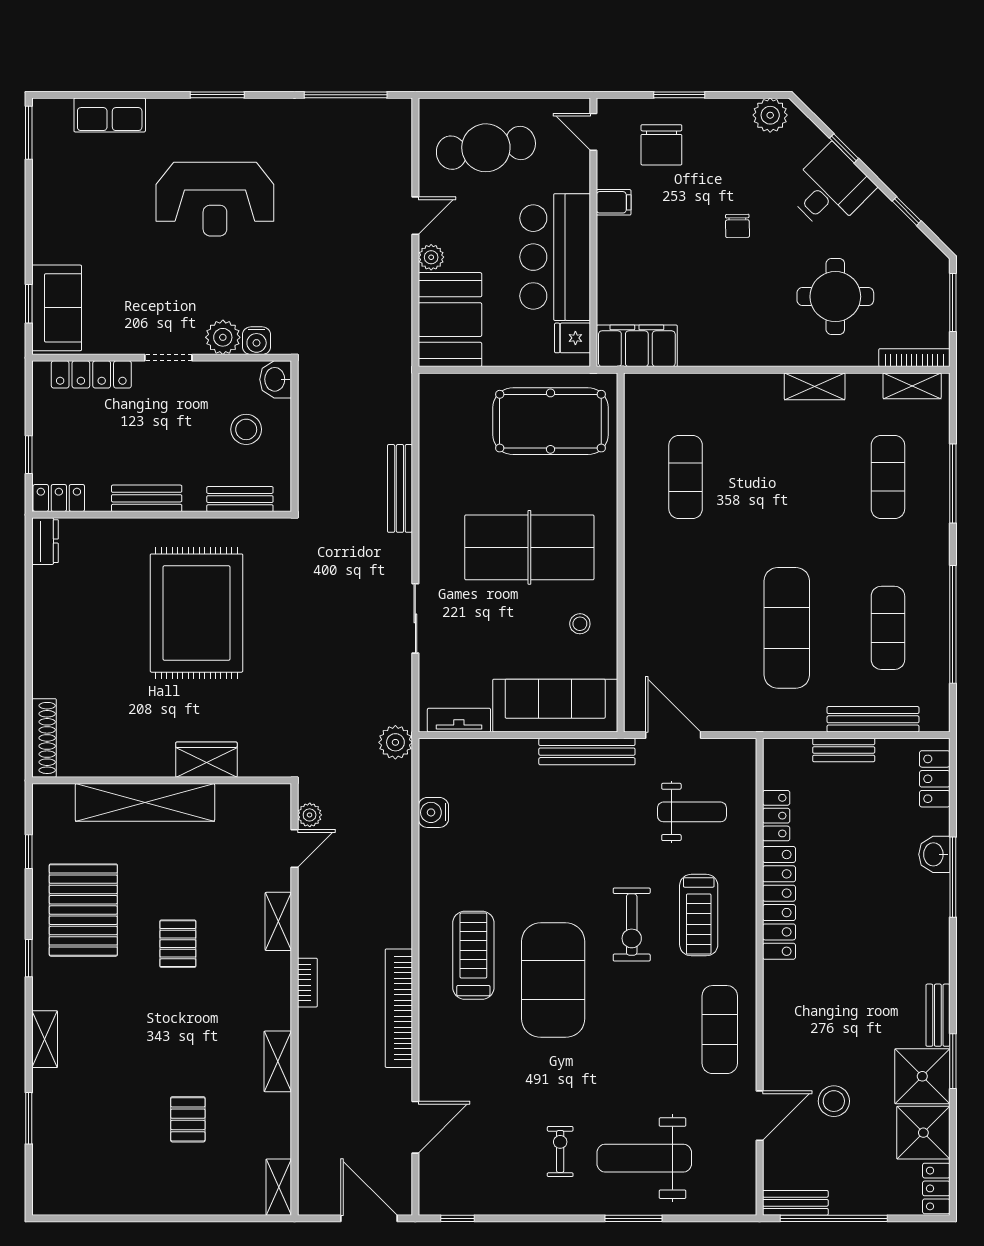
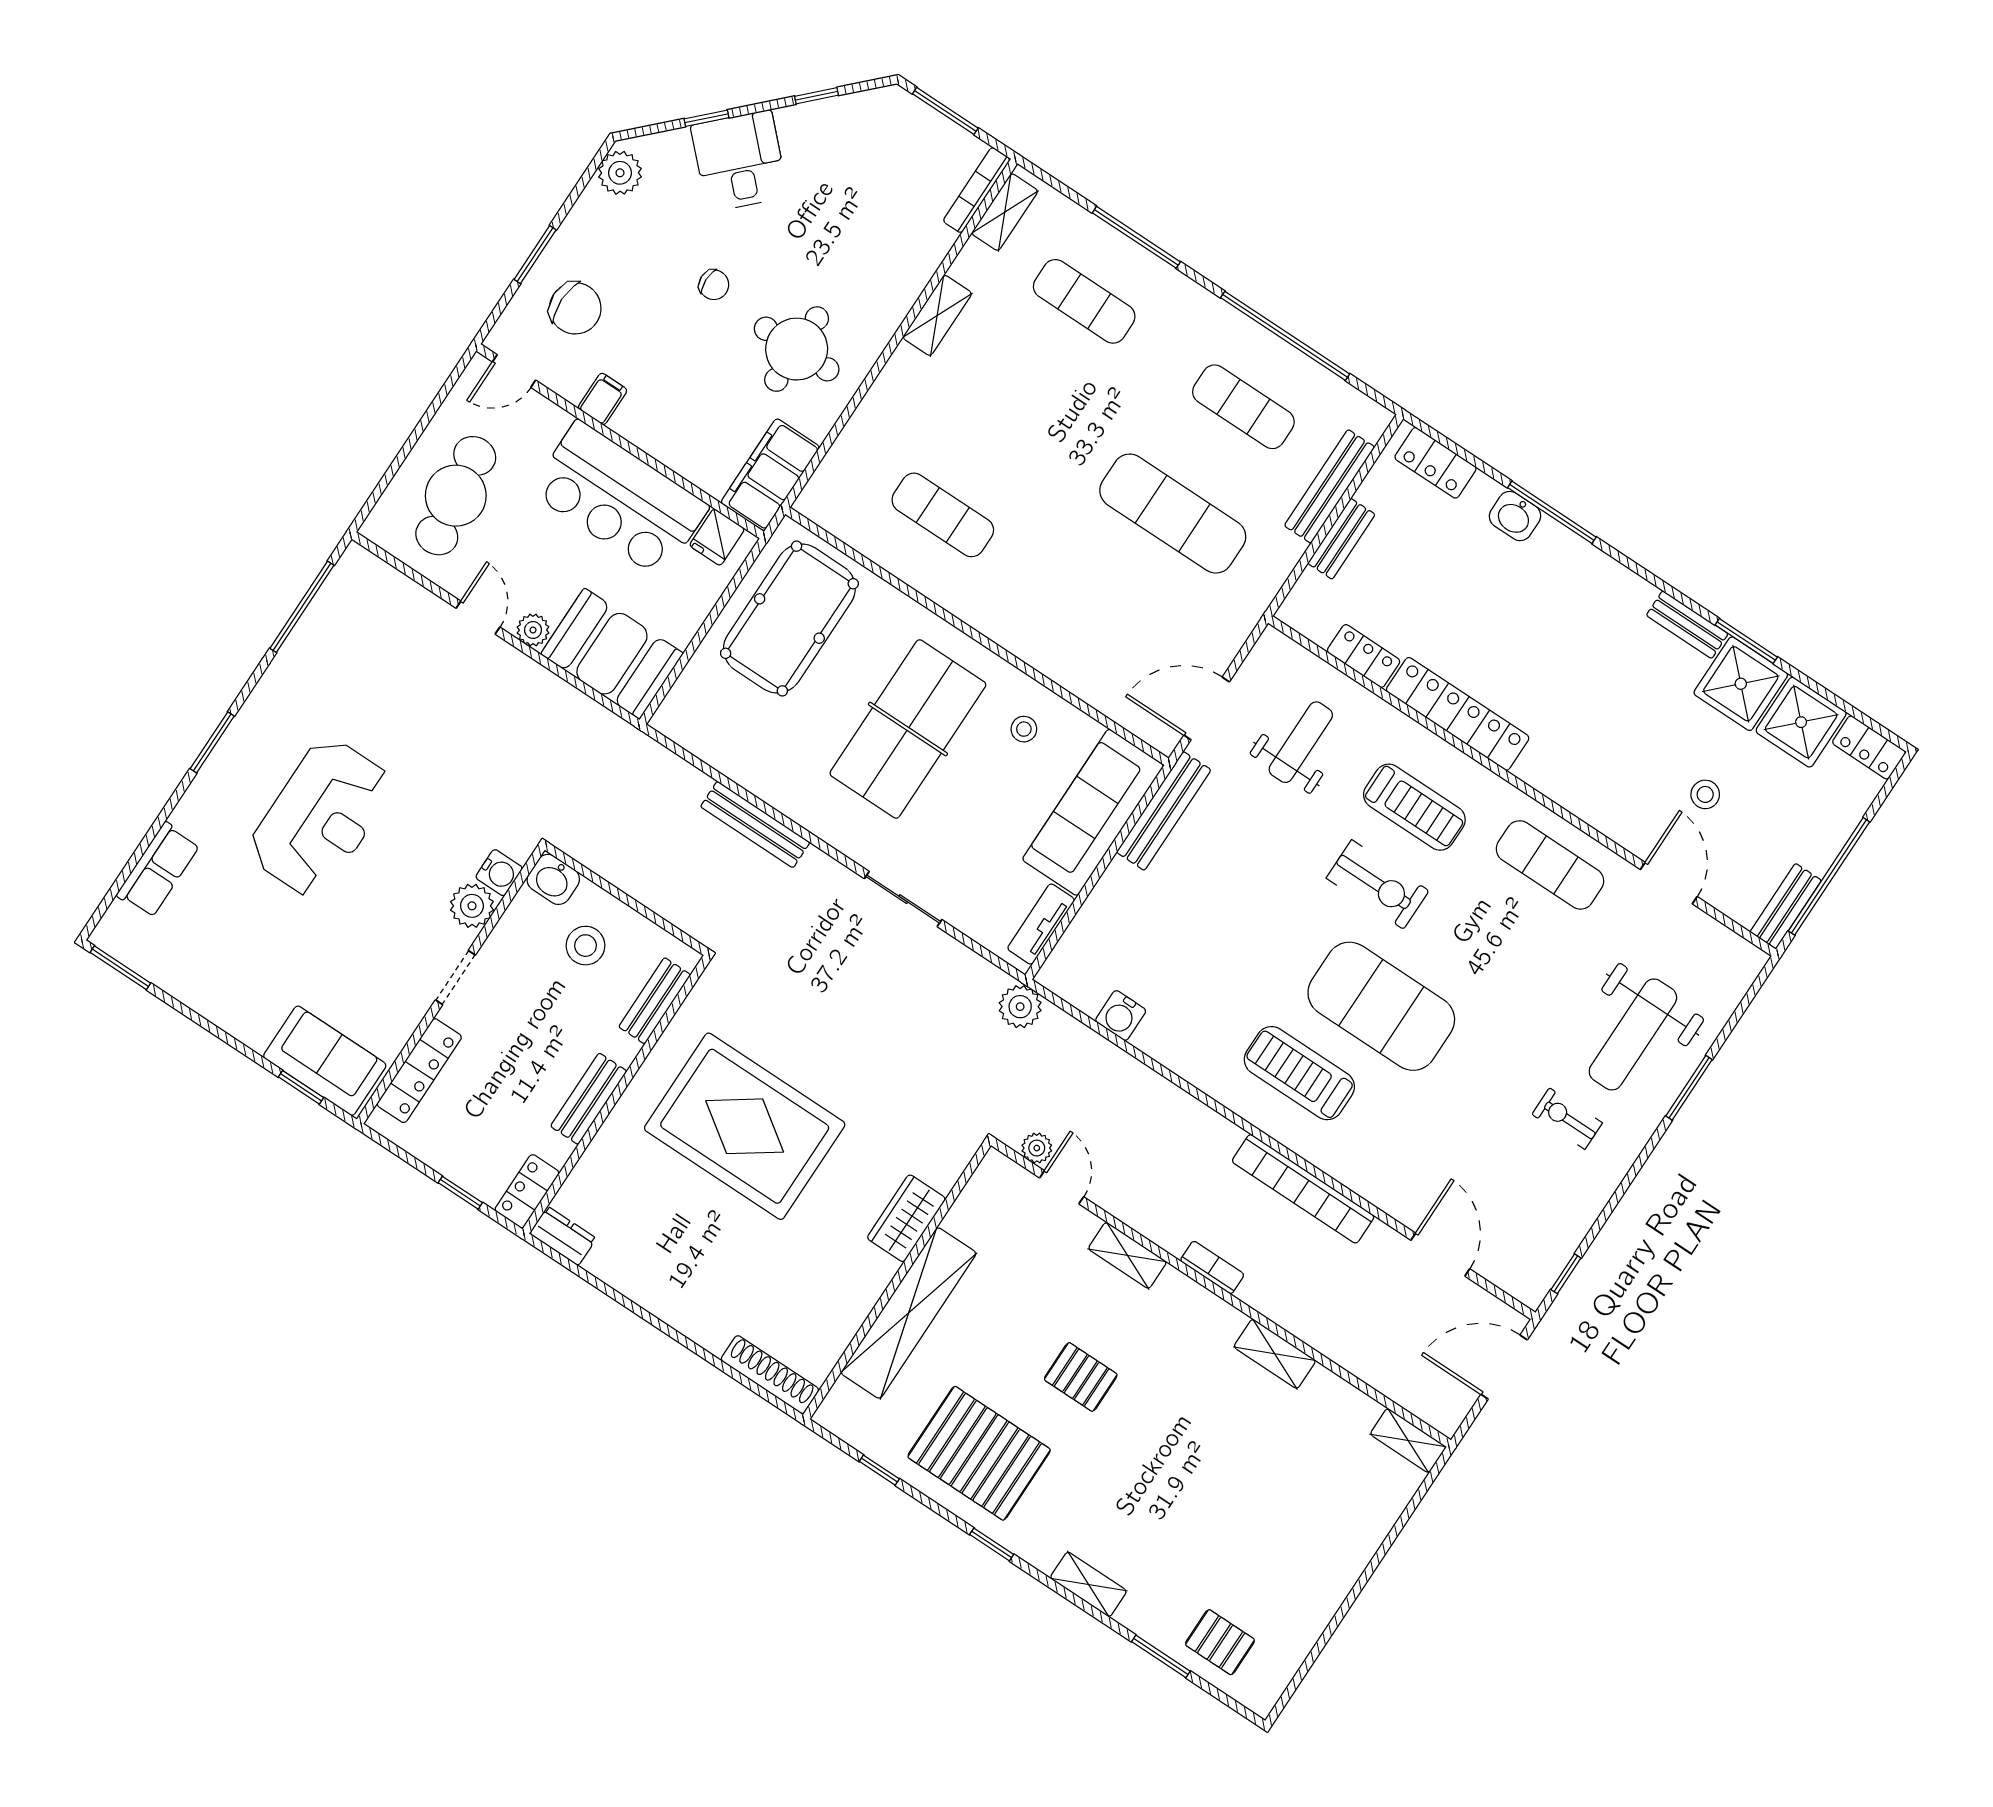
round table: (835, 297) -> (797, 349), moved
stool: (834, 1101) -> (1705, 794), width x0.73, depth x0.73
pallet: (188, 1119) -> (1220, 1642), moved

